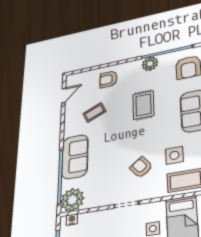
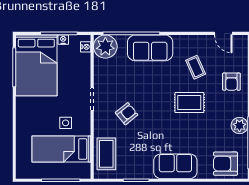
armchair: (108, 79) -> (231, 82), turned 180
rug: (143, 105) -> (189, 103), moved
side table: (174, 155) -> (133, 145), removed

